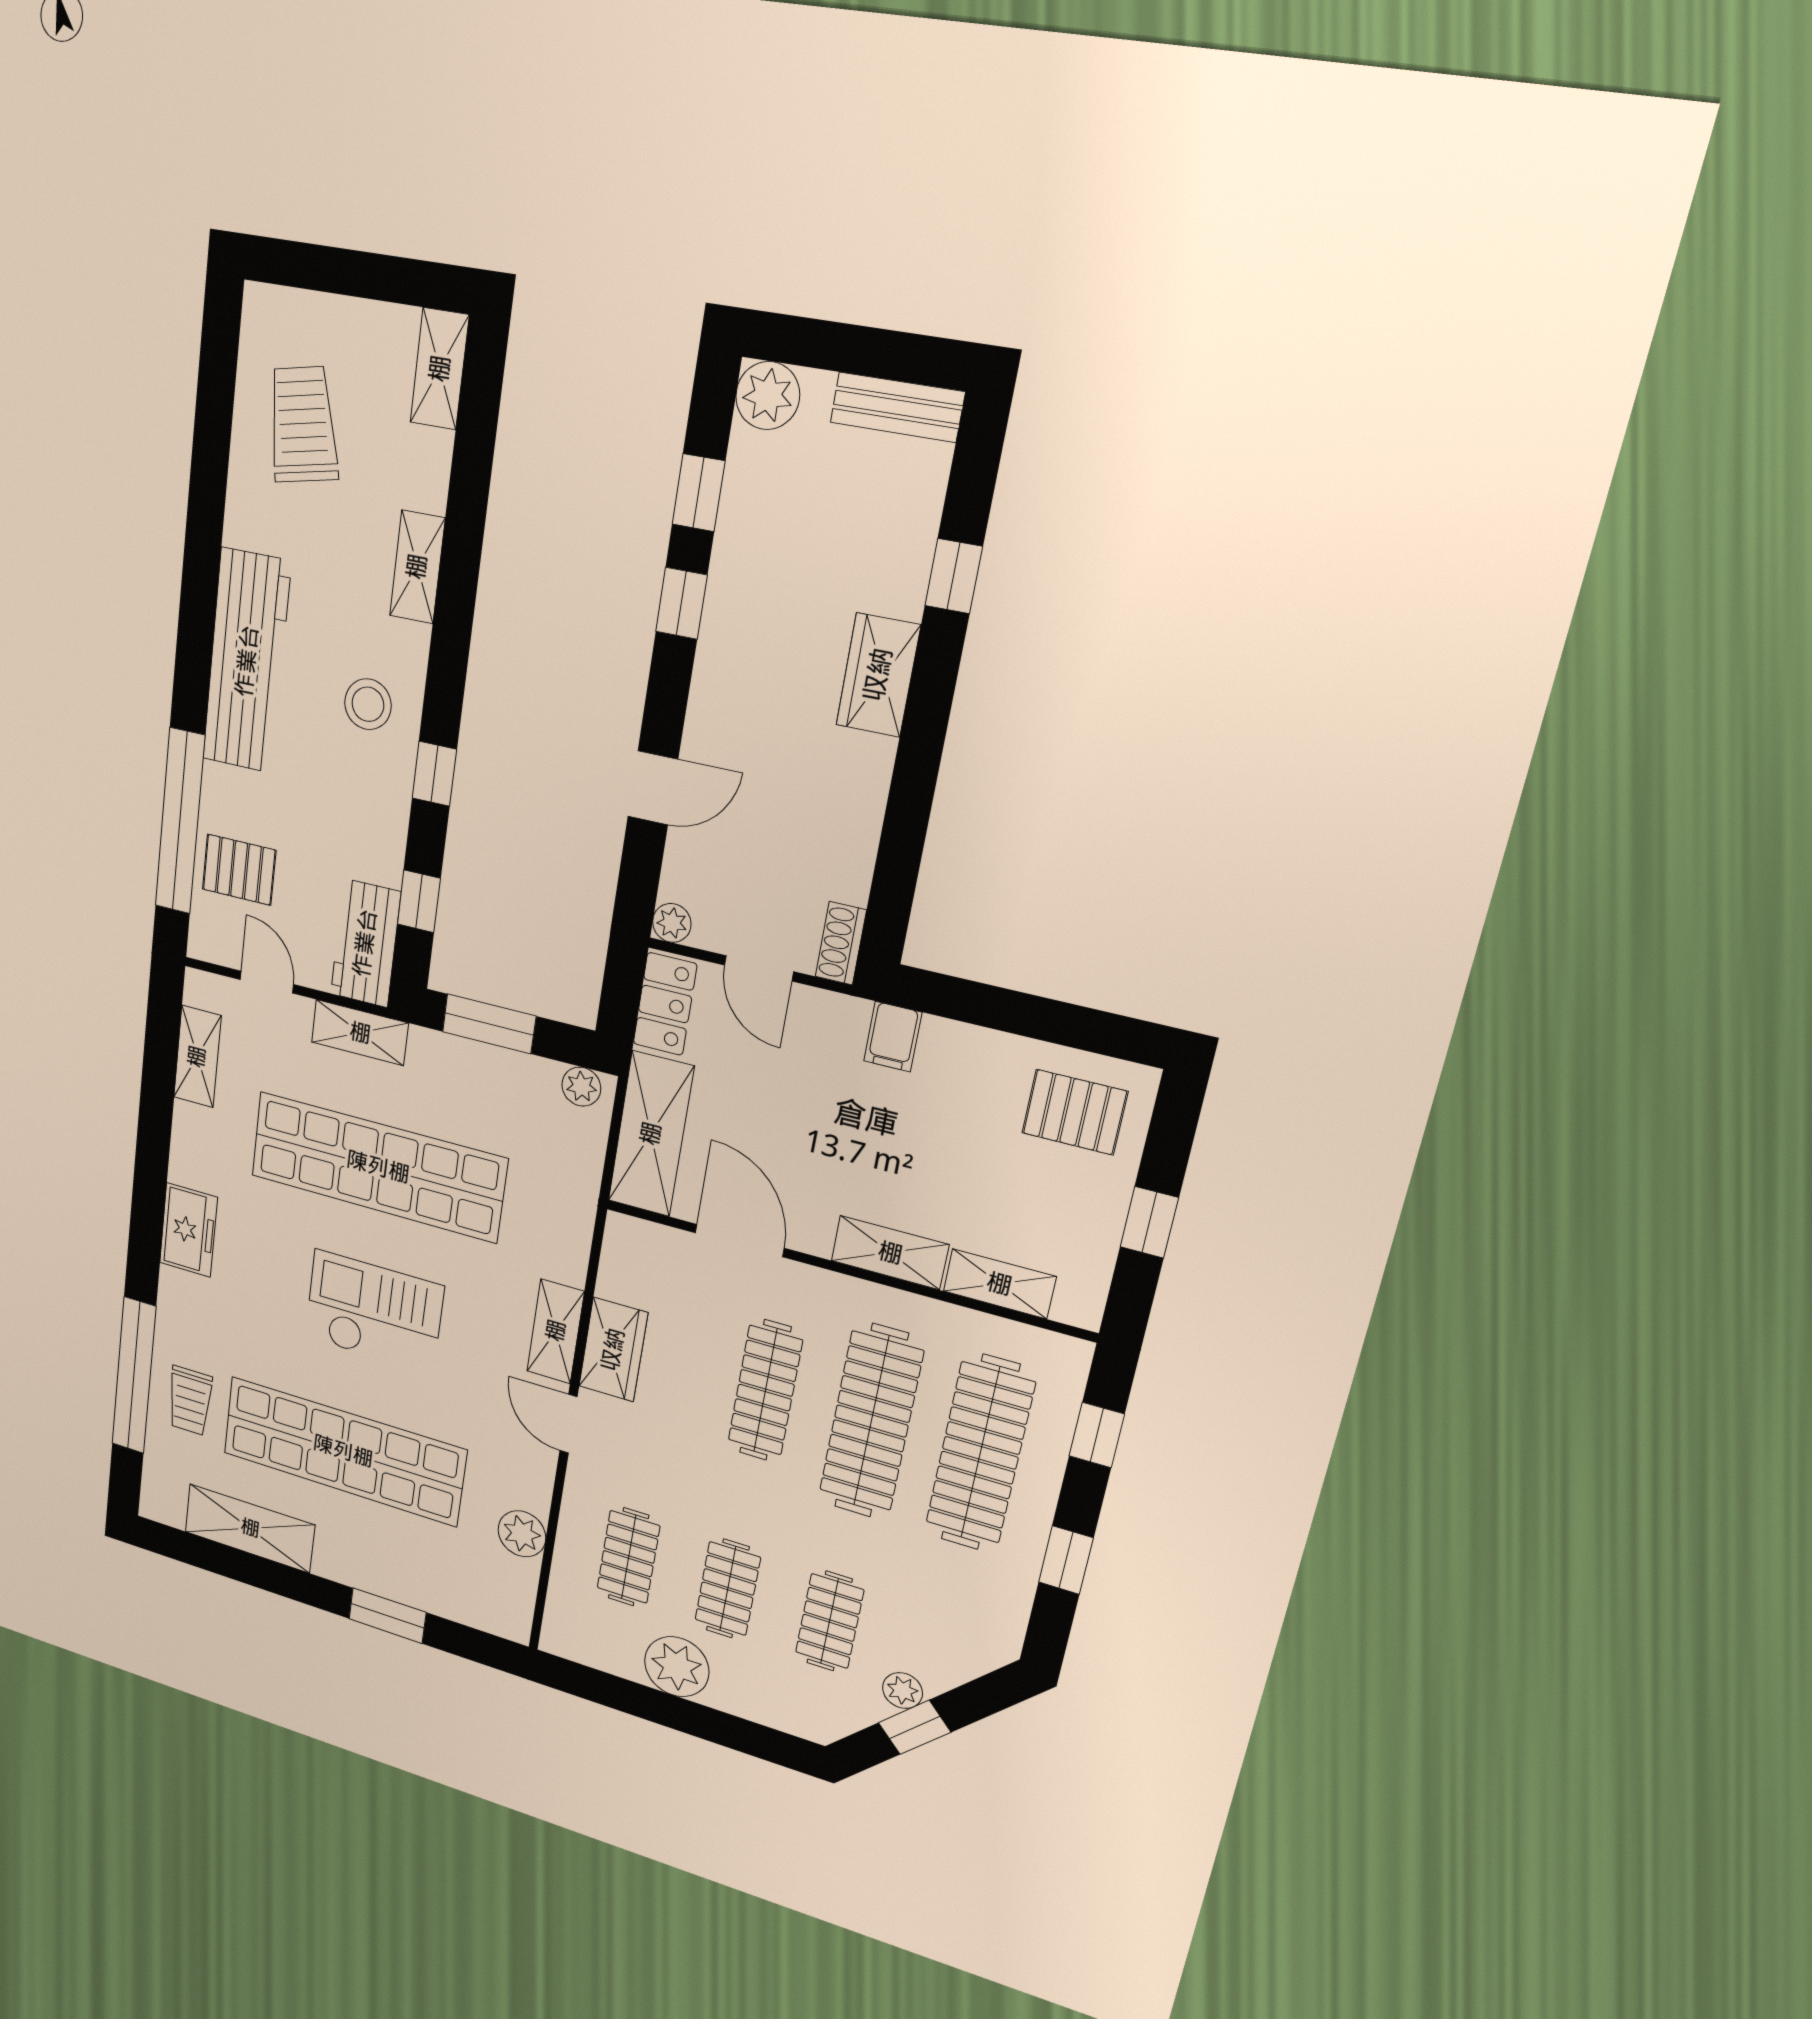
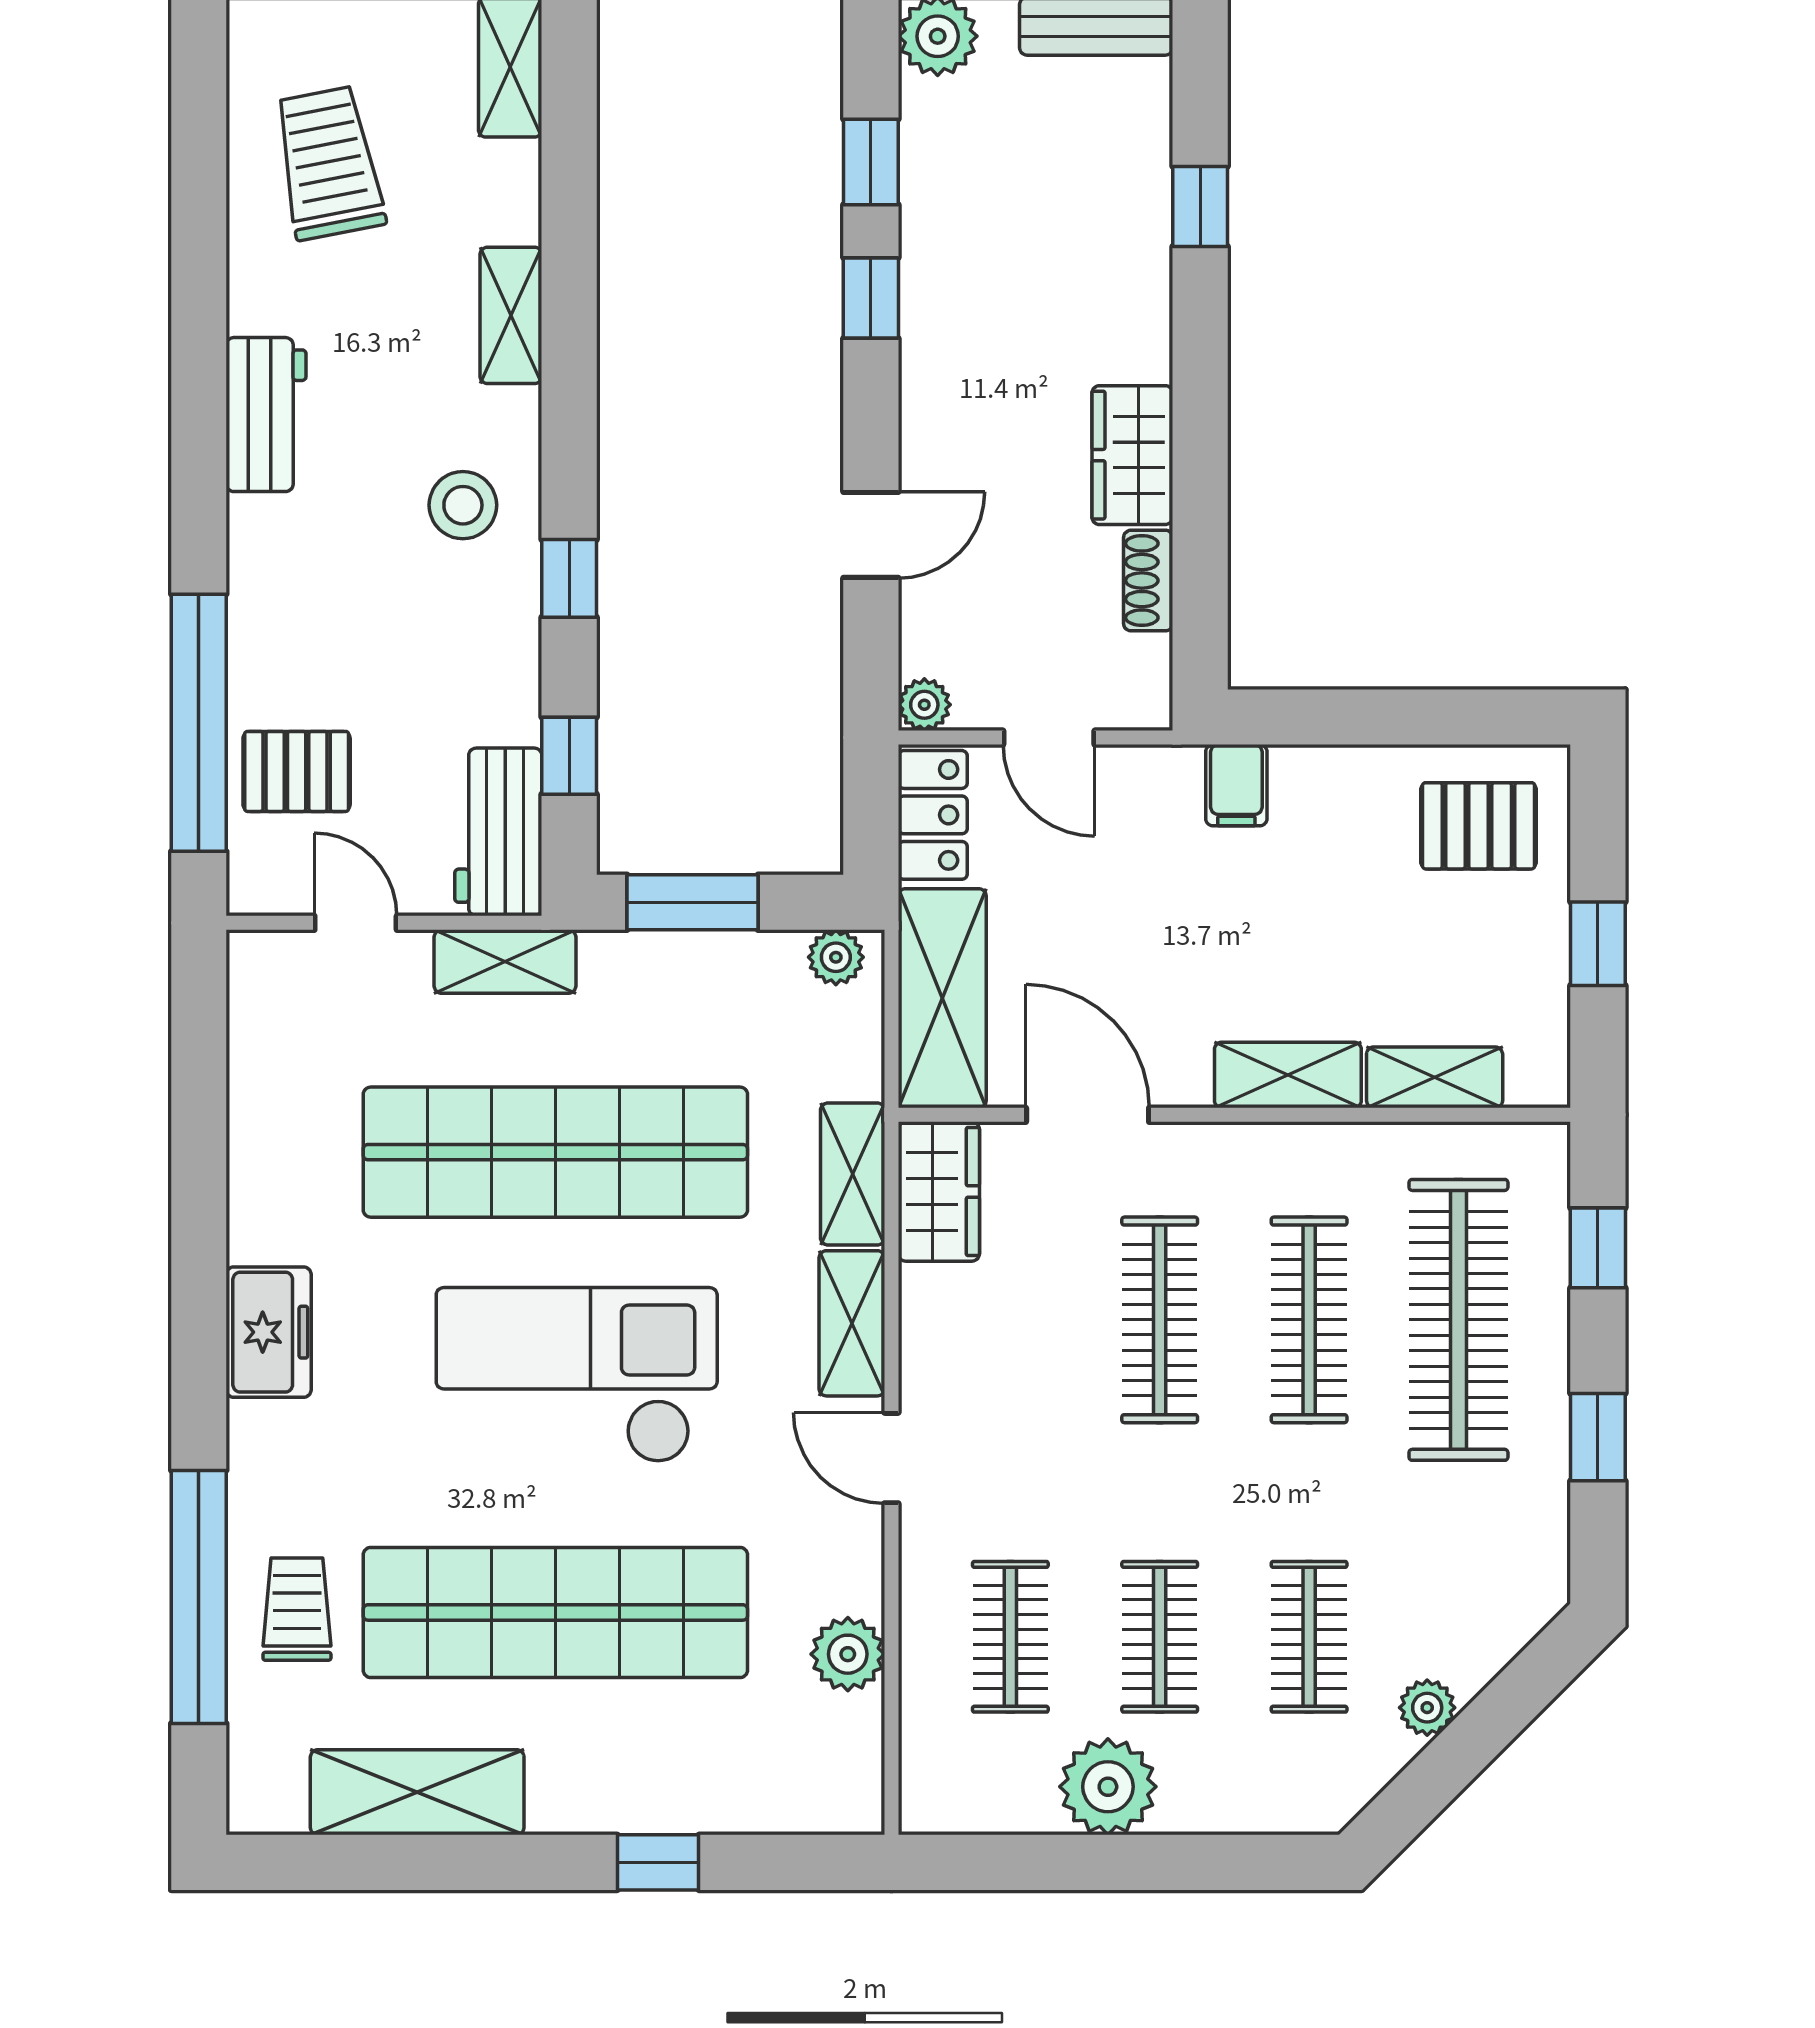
workbench: (247, 661) -> (266, 415), width x0.53, depth x0.76
wardrobe: (878, 675) -> (1132, 455), moved
shoe rack: (841, 943) -> (1148, 581), moved
shelving: (197, 1057) -> (853, 1174), moved
checkout: (374, 1312) -> (577, 1375), width x1.36, depth x1.21
wardrobe: (613, 1350) -> (939, 1191), moved
trolley: (190, 1401) -> (297, 1609), turned 180
clothes rail: (871, 1421) -> (1309, 1320), width x0.73, depth x0.76
window: (387, 1616) -> (658, 1862), width x0.67
window: (915, 1727) -> (1454, 1759), removed

